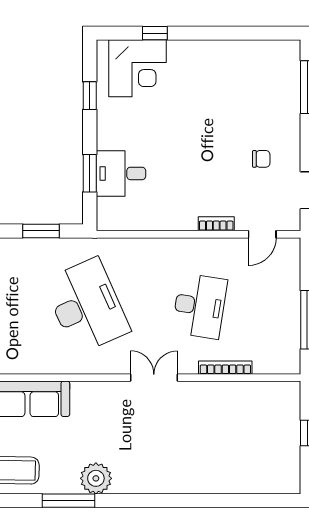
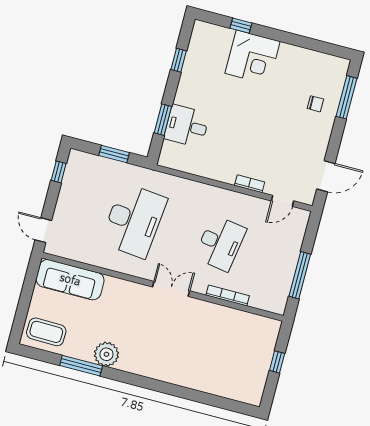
corner desk: (137, 68) -> (252, 57), moved
chair: (261, 159) -> (315, 104), moved
desk: (87, 306) -> (134, 220), turned 30

